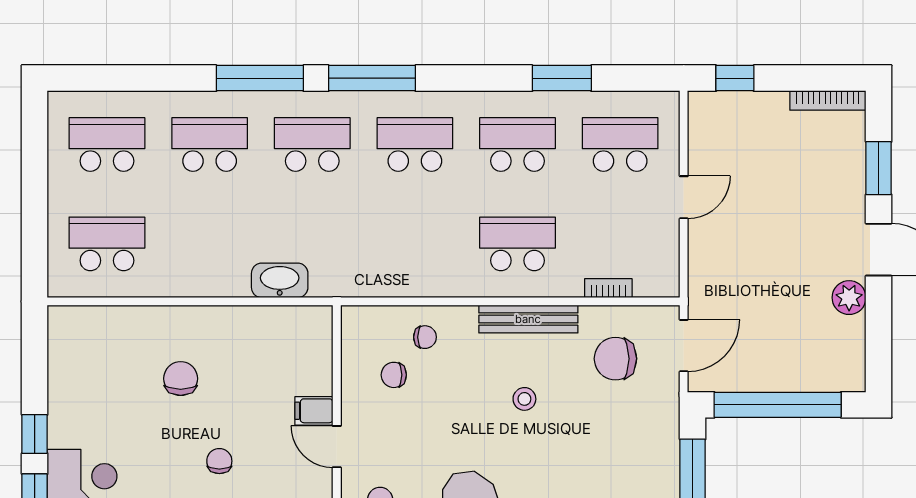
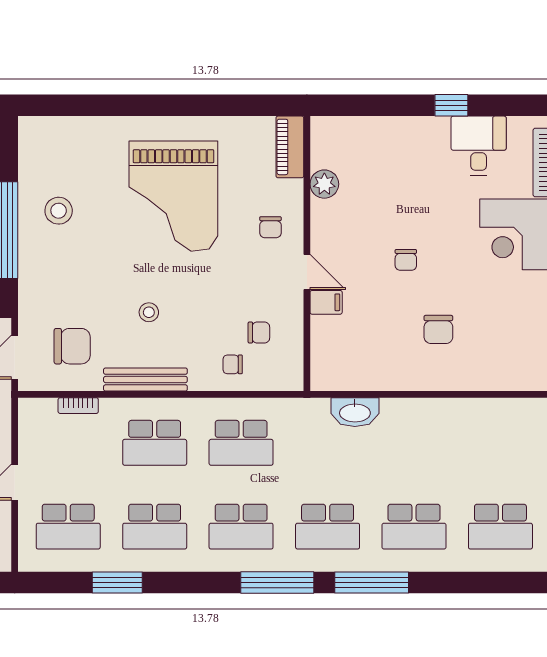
school desk: (107, 244) -> (241, 443), moved

